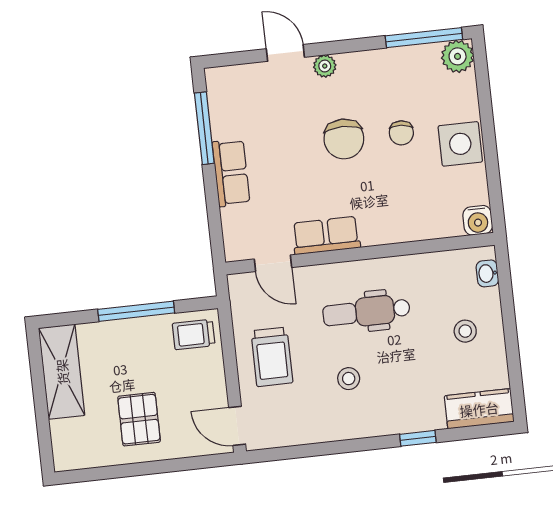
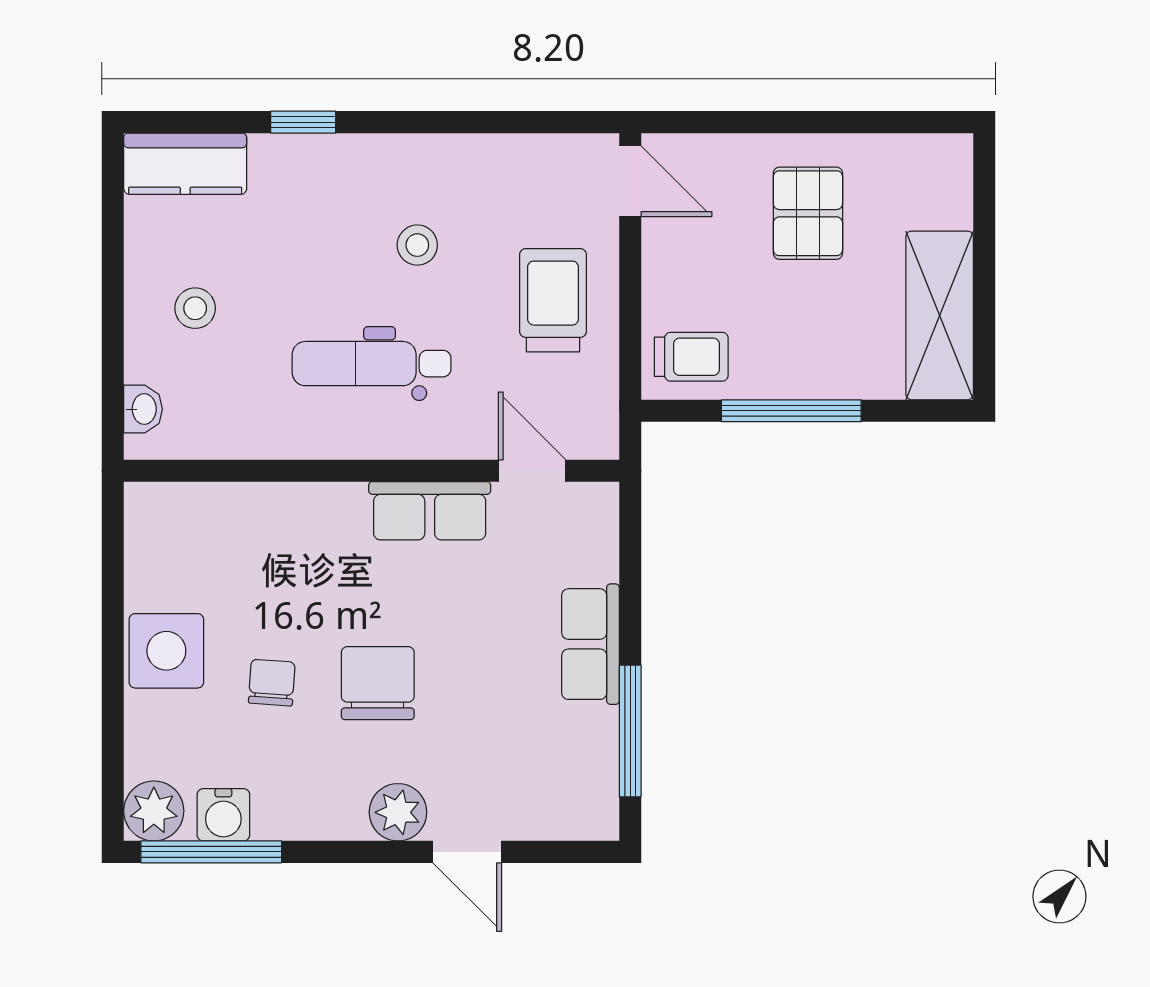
plant: (325, 66) -> (398, 812), width x1.38, depth x1.38
water cooler: (478, 220) -> (223, 815), moved, turned 180
dental chair: (366, 312) -> (372, 364), turned 180

